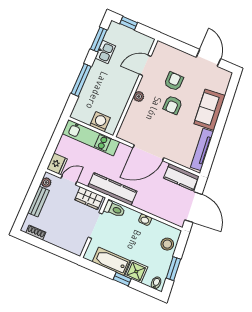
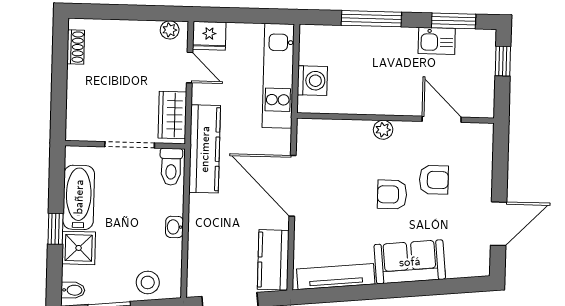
bench: (39, 202) -> (131, 30), removed

